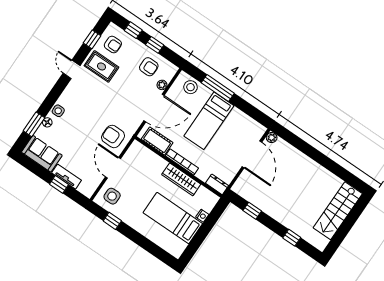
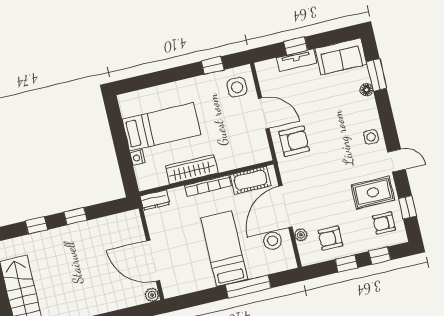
stool: (191, 87) -> (272, 241), moved
side table: (58, 111) -> (371, 137), moved
window: (252, 211) -> (75, 216), moved

